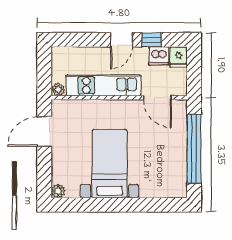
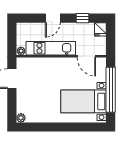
door: (121, 40) -> (53, 18), moved
dishwasher: (159, 56) -> (87, 29), removed
bed with nightstands: (110, 164) -> (83, 101), moved, turned -90

